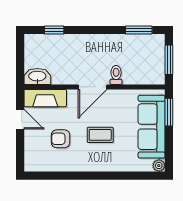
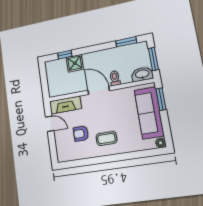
shower: (66, 45) -> (75, 63), added
washbasin: (37, 77) -> (142, 74), moved
door: (93, 87) -> (99, 90), swing flipped
coffee table: (100, 135) -> (106, 139), moved

